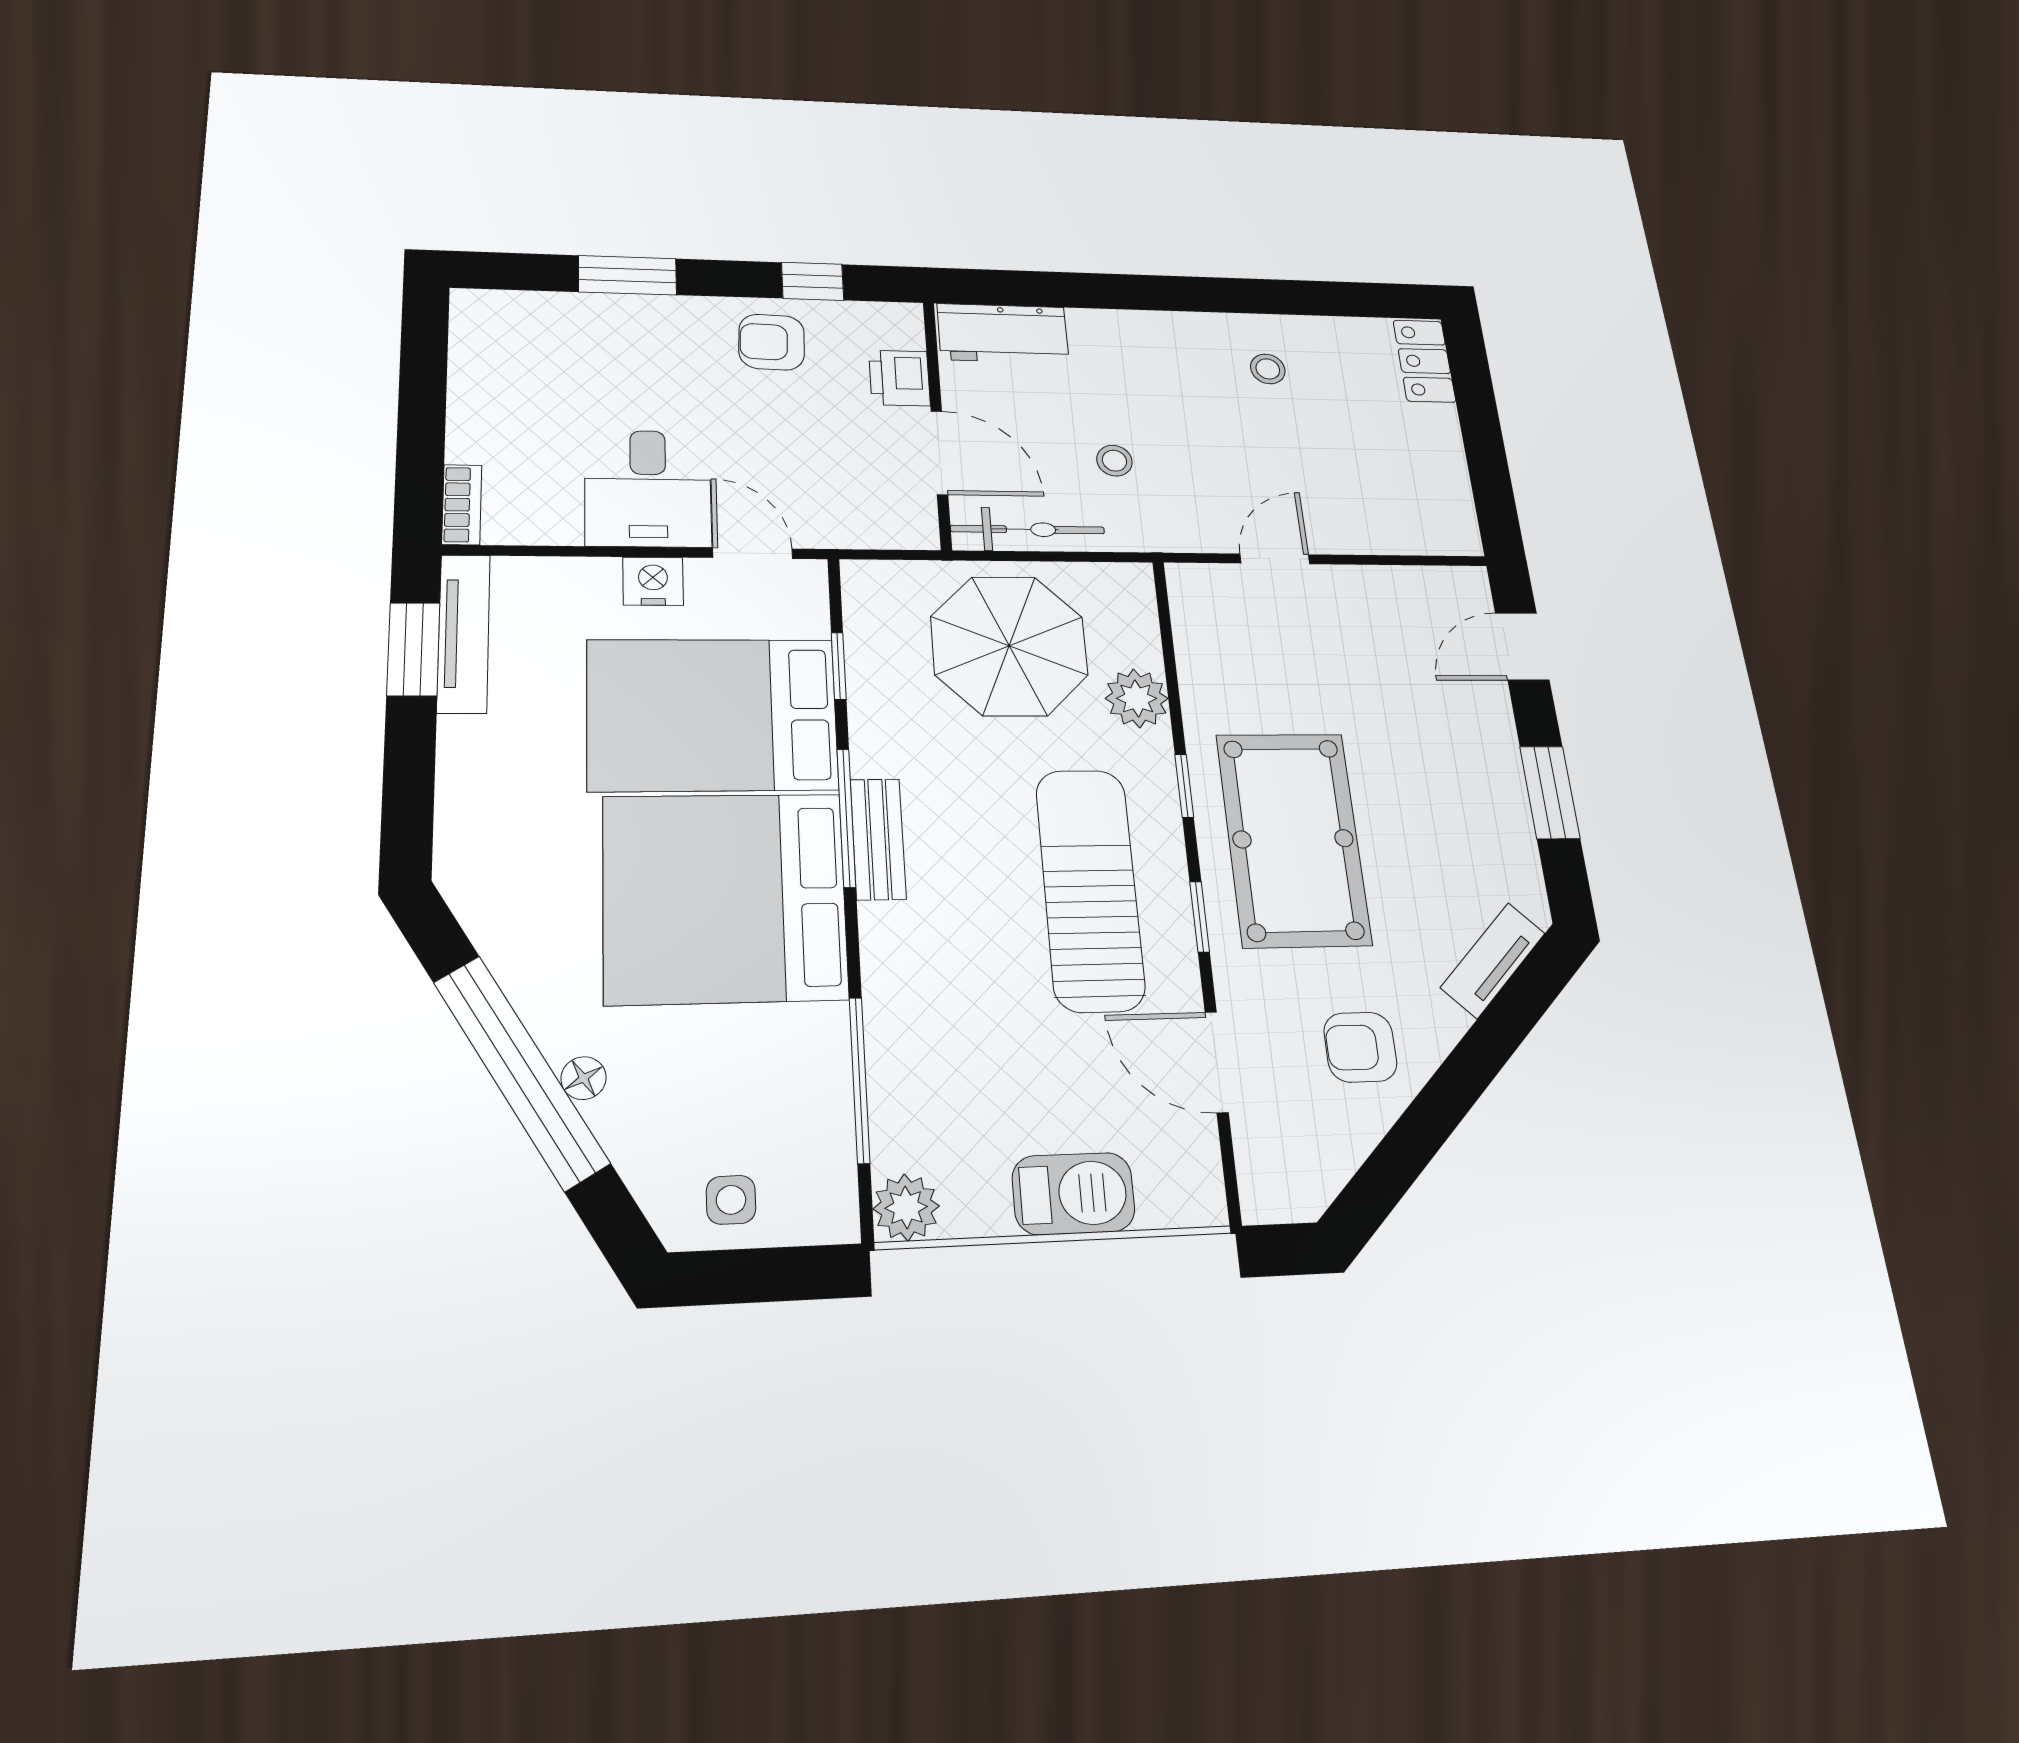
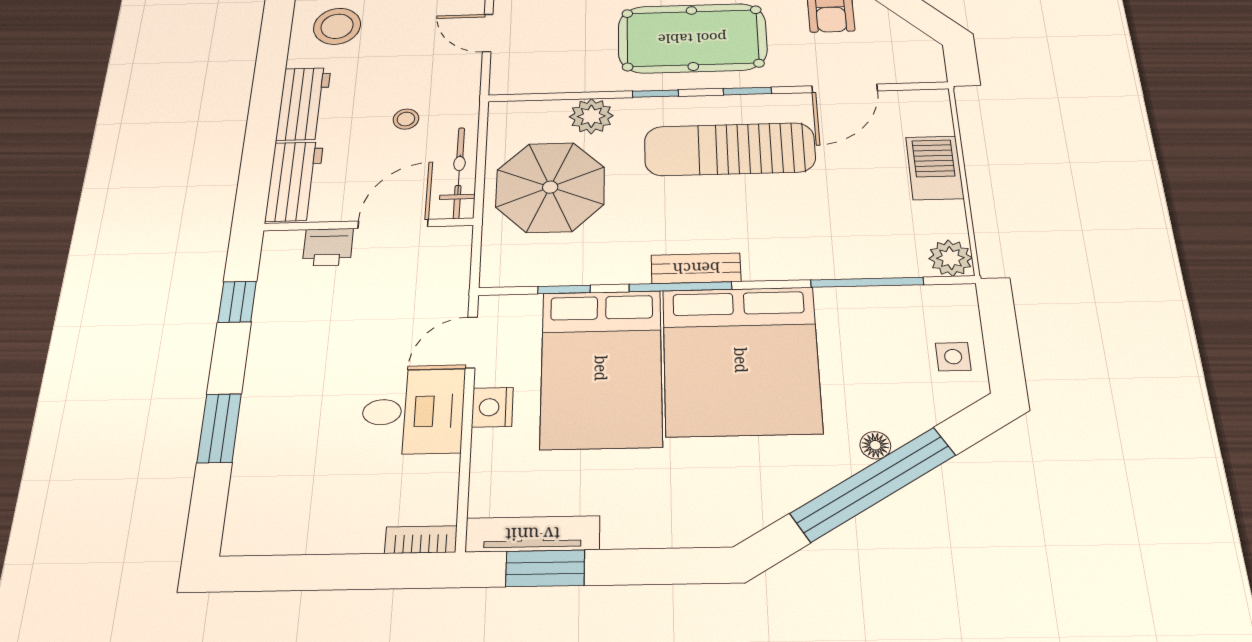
workbench: (1131, 336) -> (304, 104), added
armchair: (772, 342) -> (290, 329), removed
stool: (1268, 369) -> (337, 26), width x1.89, depth x1.89

